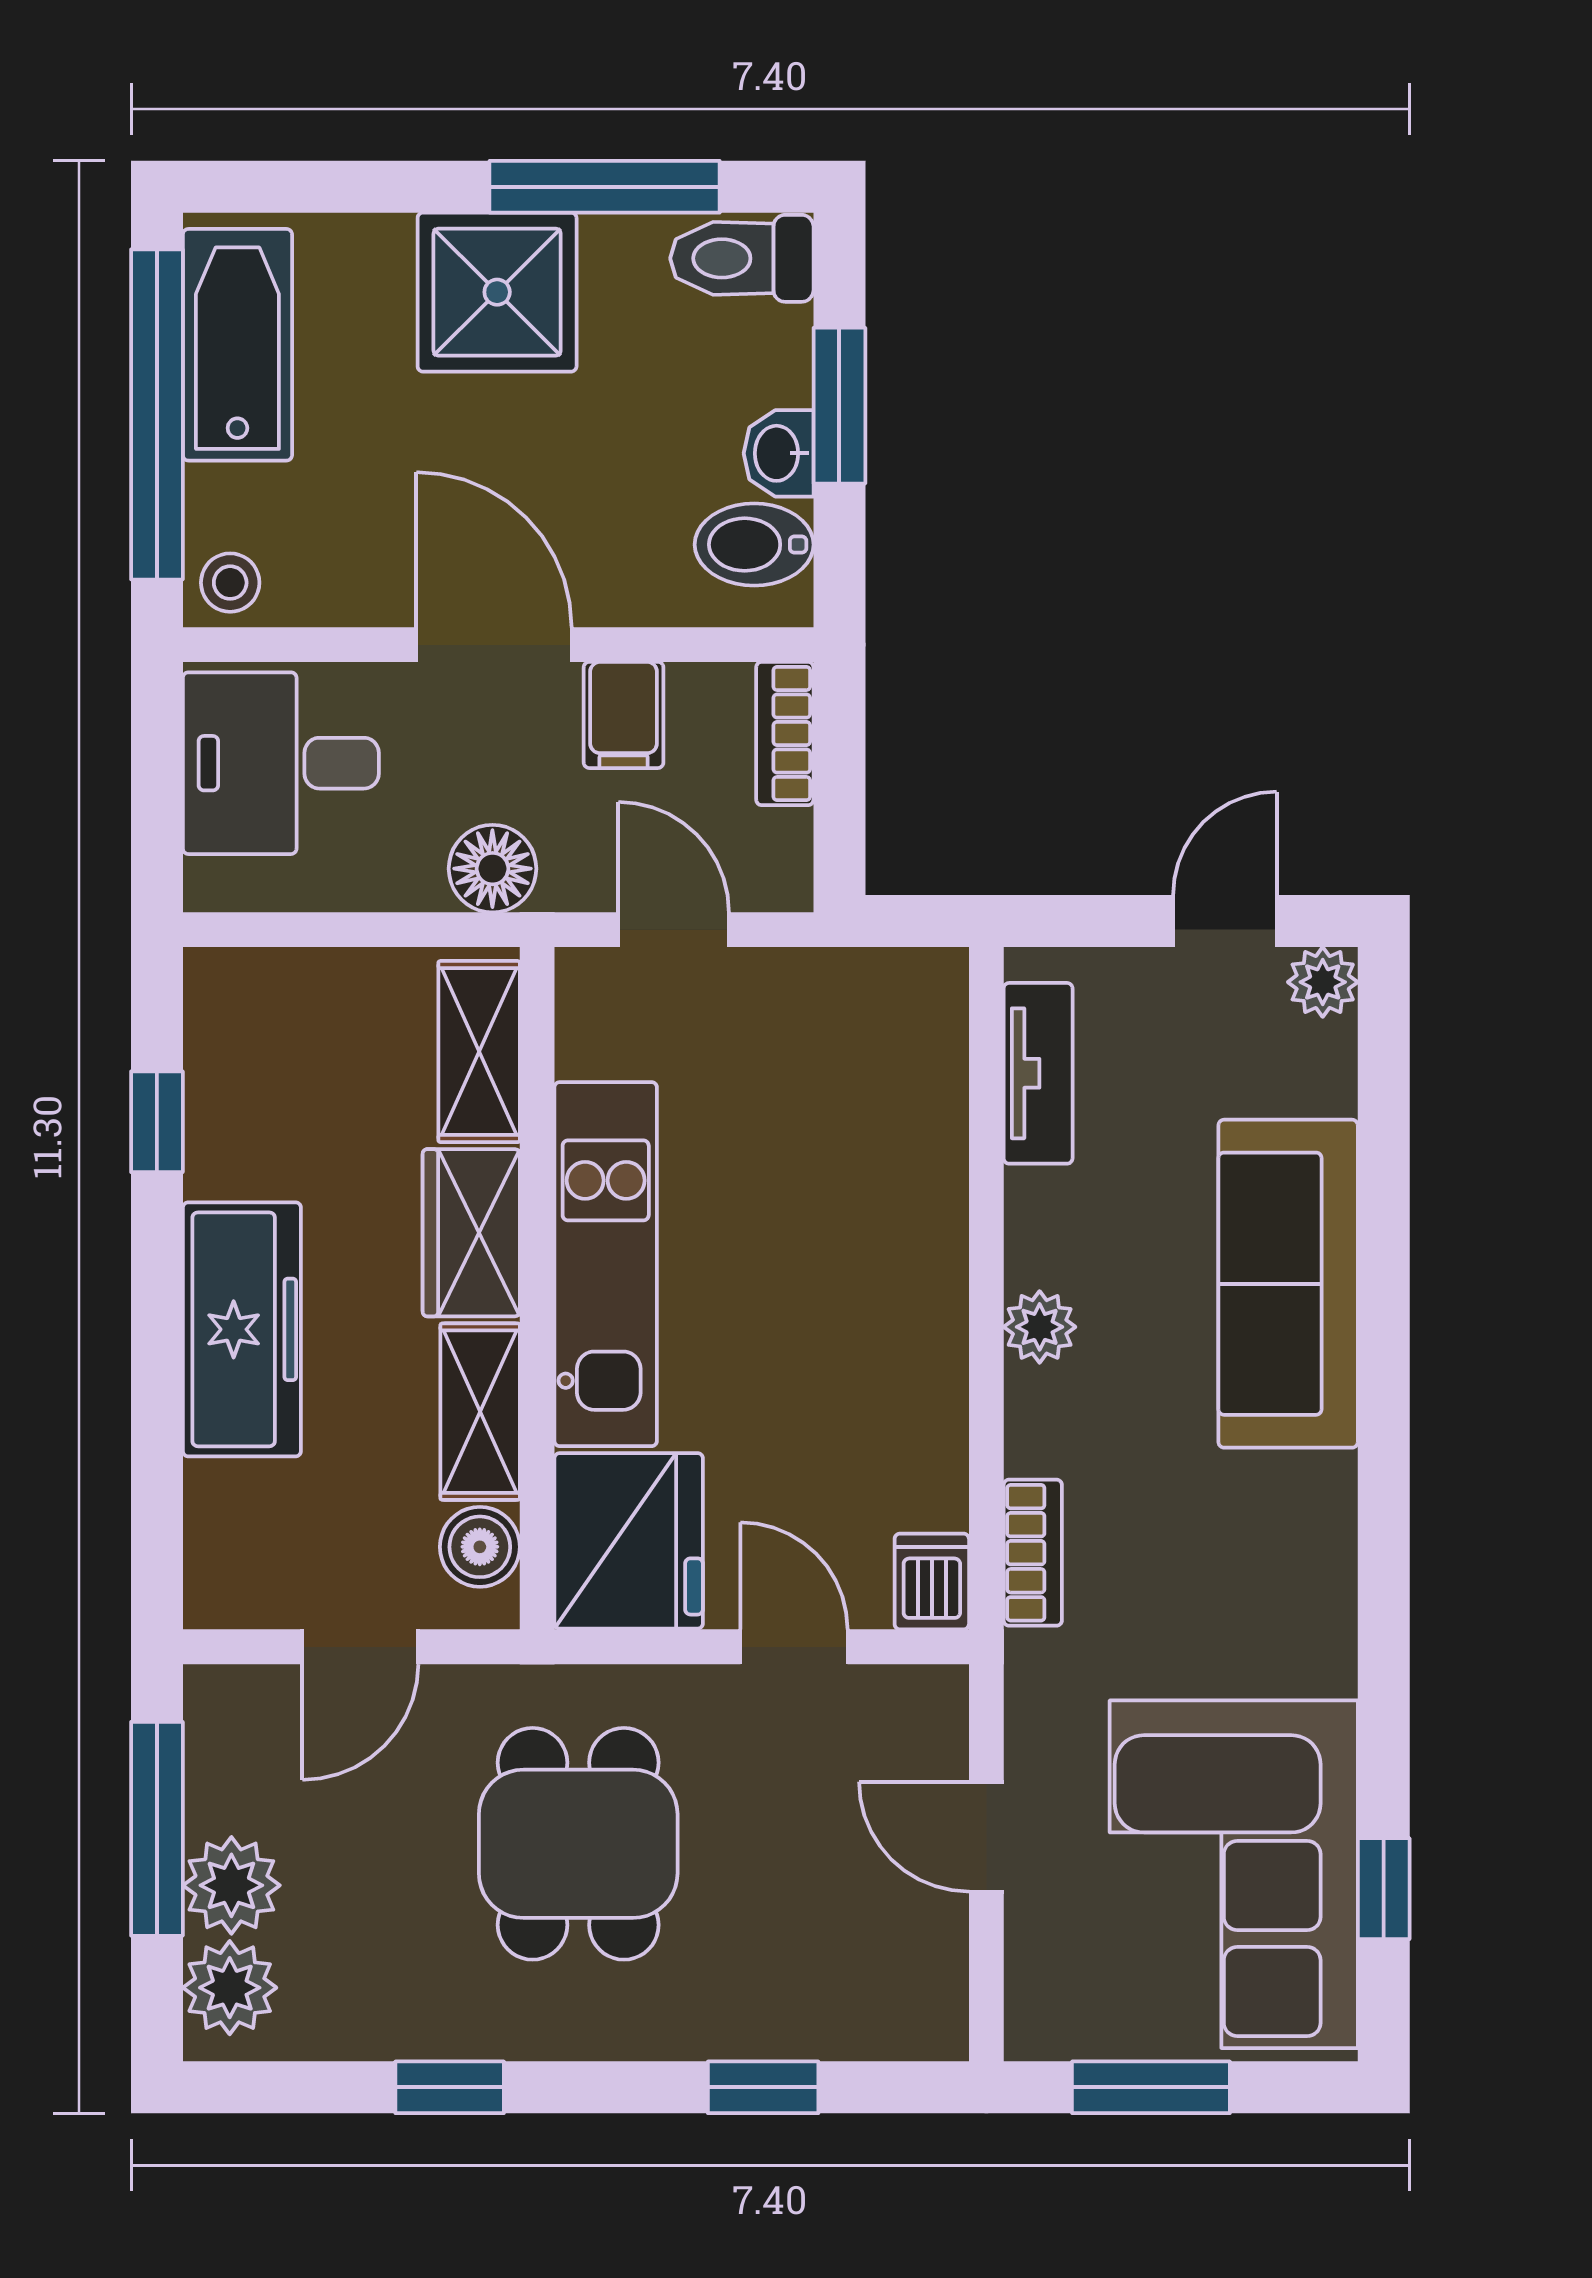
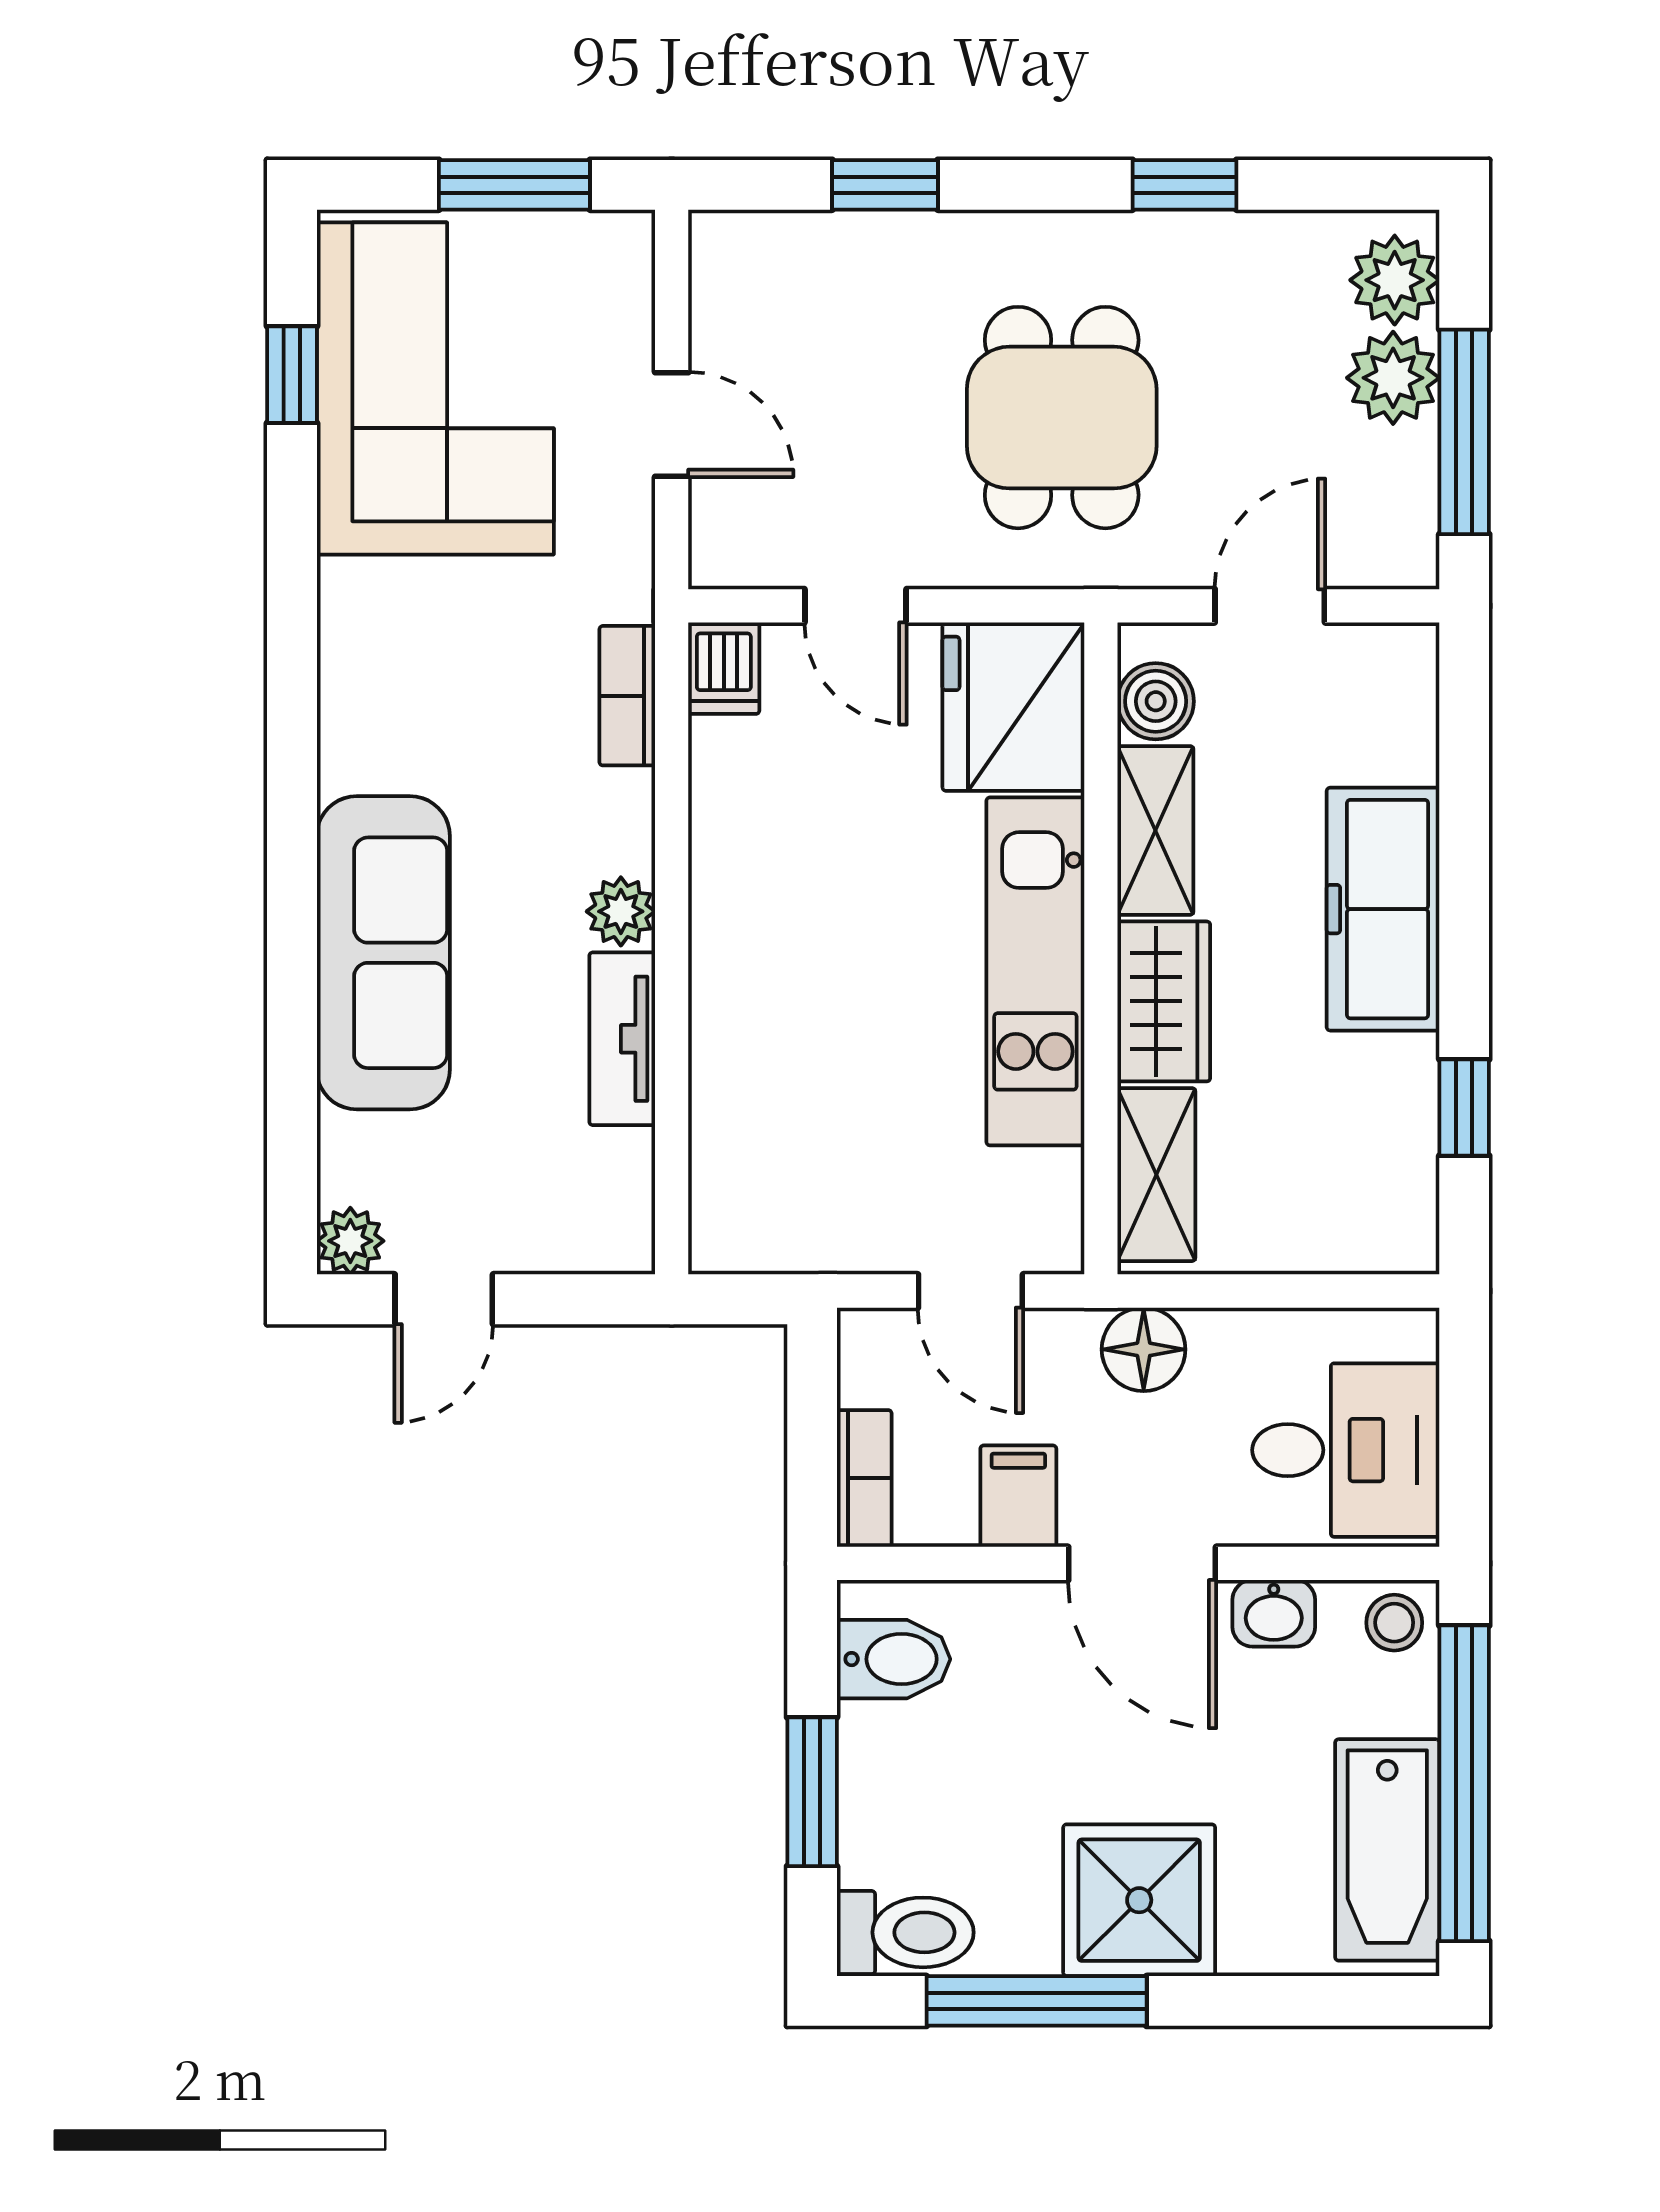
washbasin: (779, 453) -> (1274, 1613), moved, turned 90
tv unit: (1038, 1073) -> (622, 1039), moved

